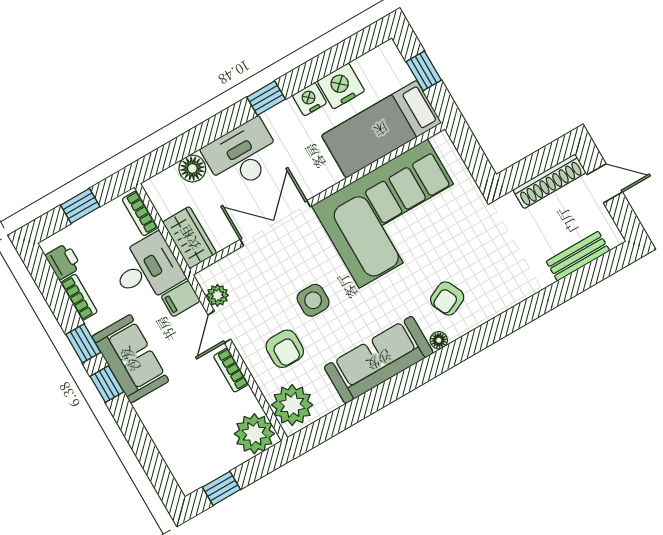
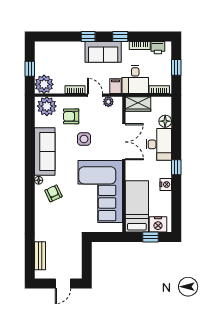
nightstand: (341, 86) -> (158, 224), moved, turned 90
shoe rack: (549, 181) -> (77, 262), removed
window: (107, 384) -> (88, 37), moved
window: (221, 488) -> (30, 69), moved

